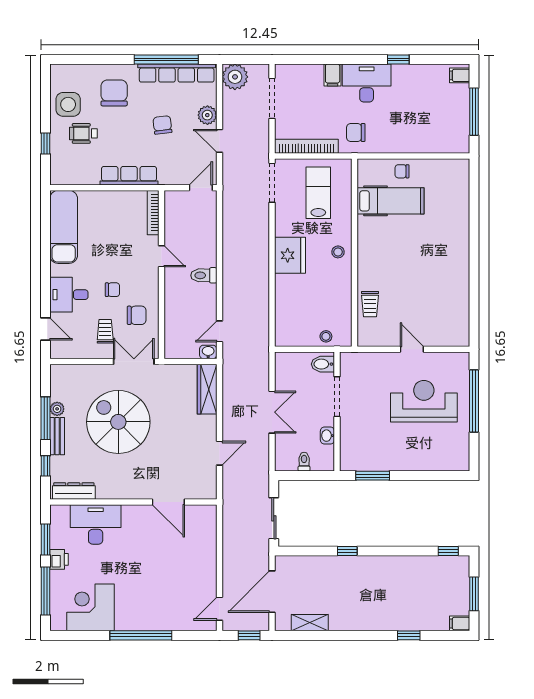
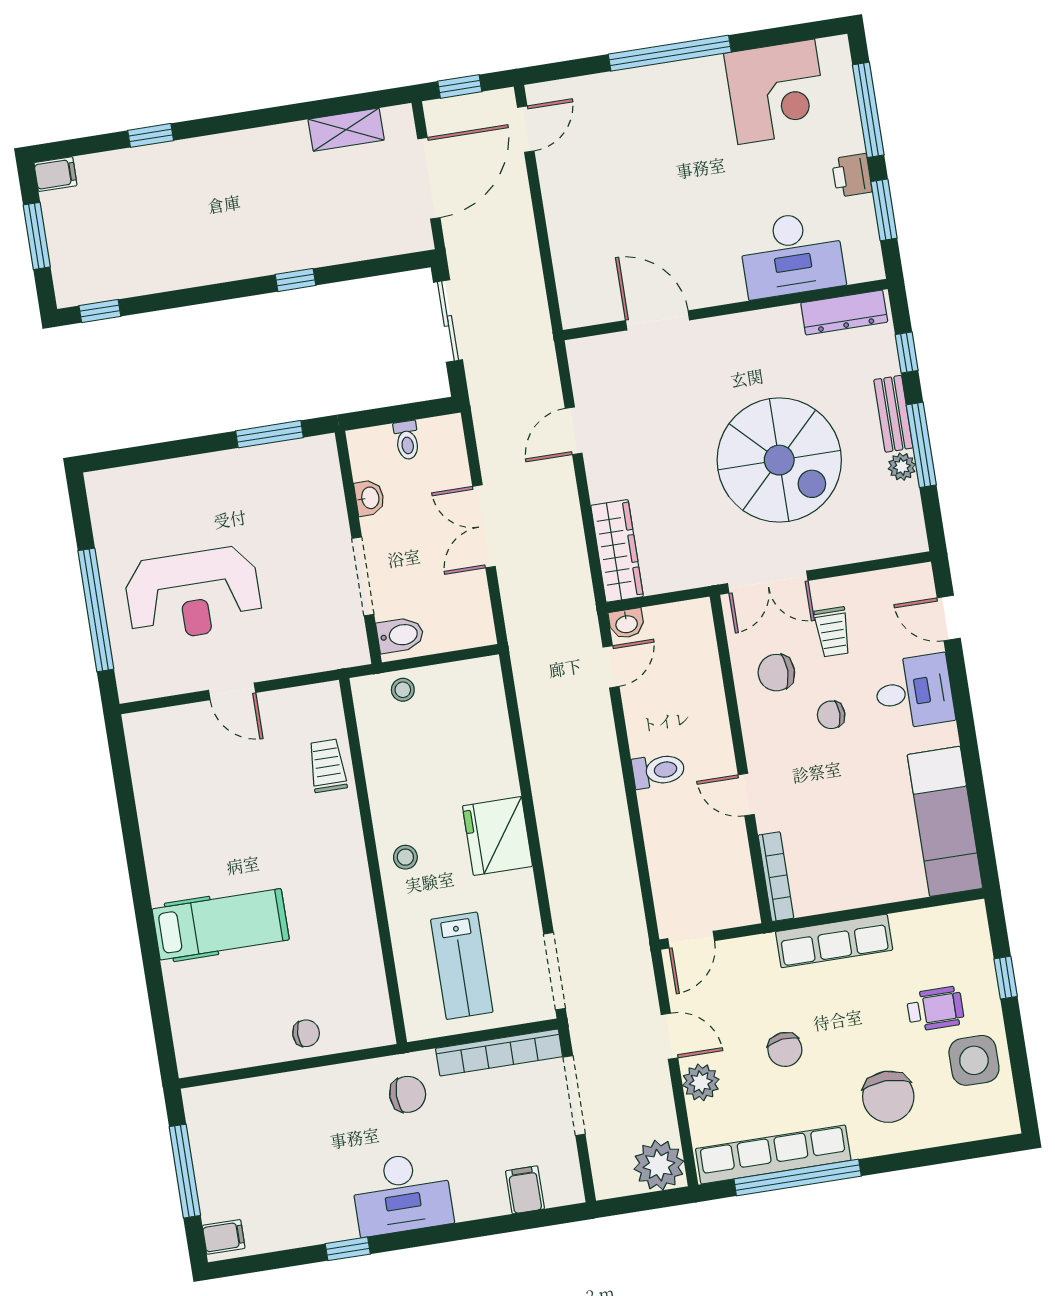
filing cabinet: (333, 75) -> (525, 1190), moved
doorway: (272, 98) -> (574, 1096), moved
hospital bed: (391, 201) -> (221, 924), moved, turned 180

